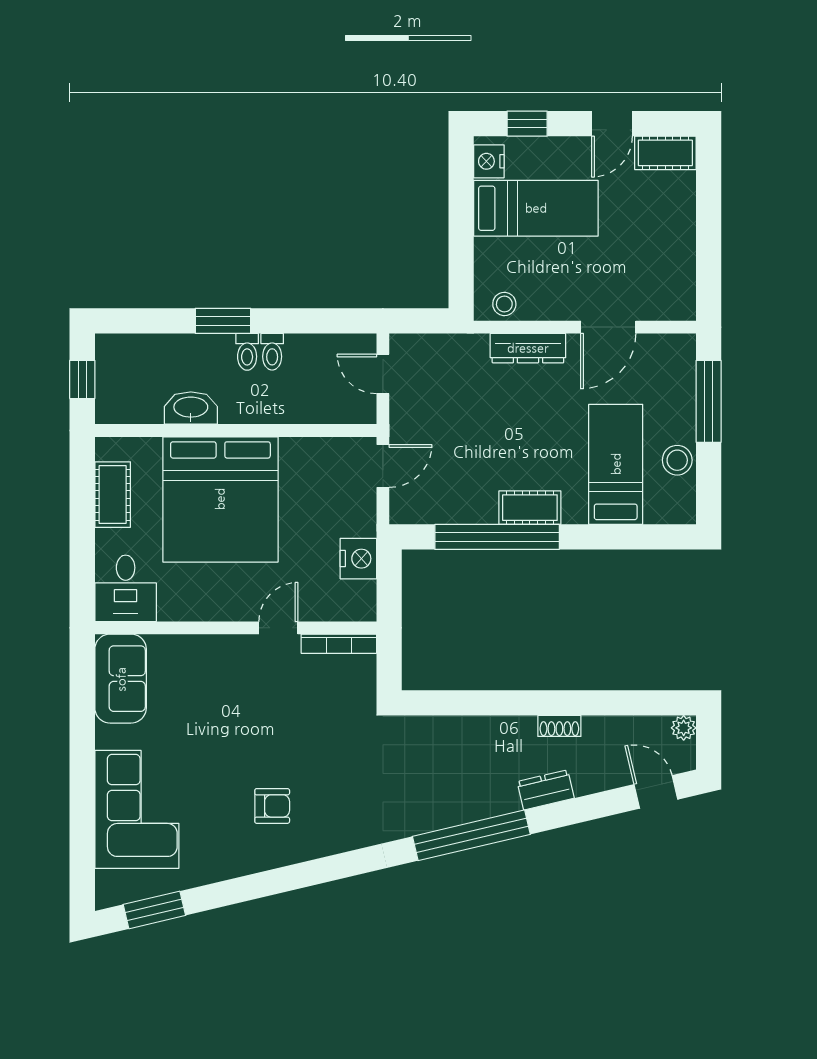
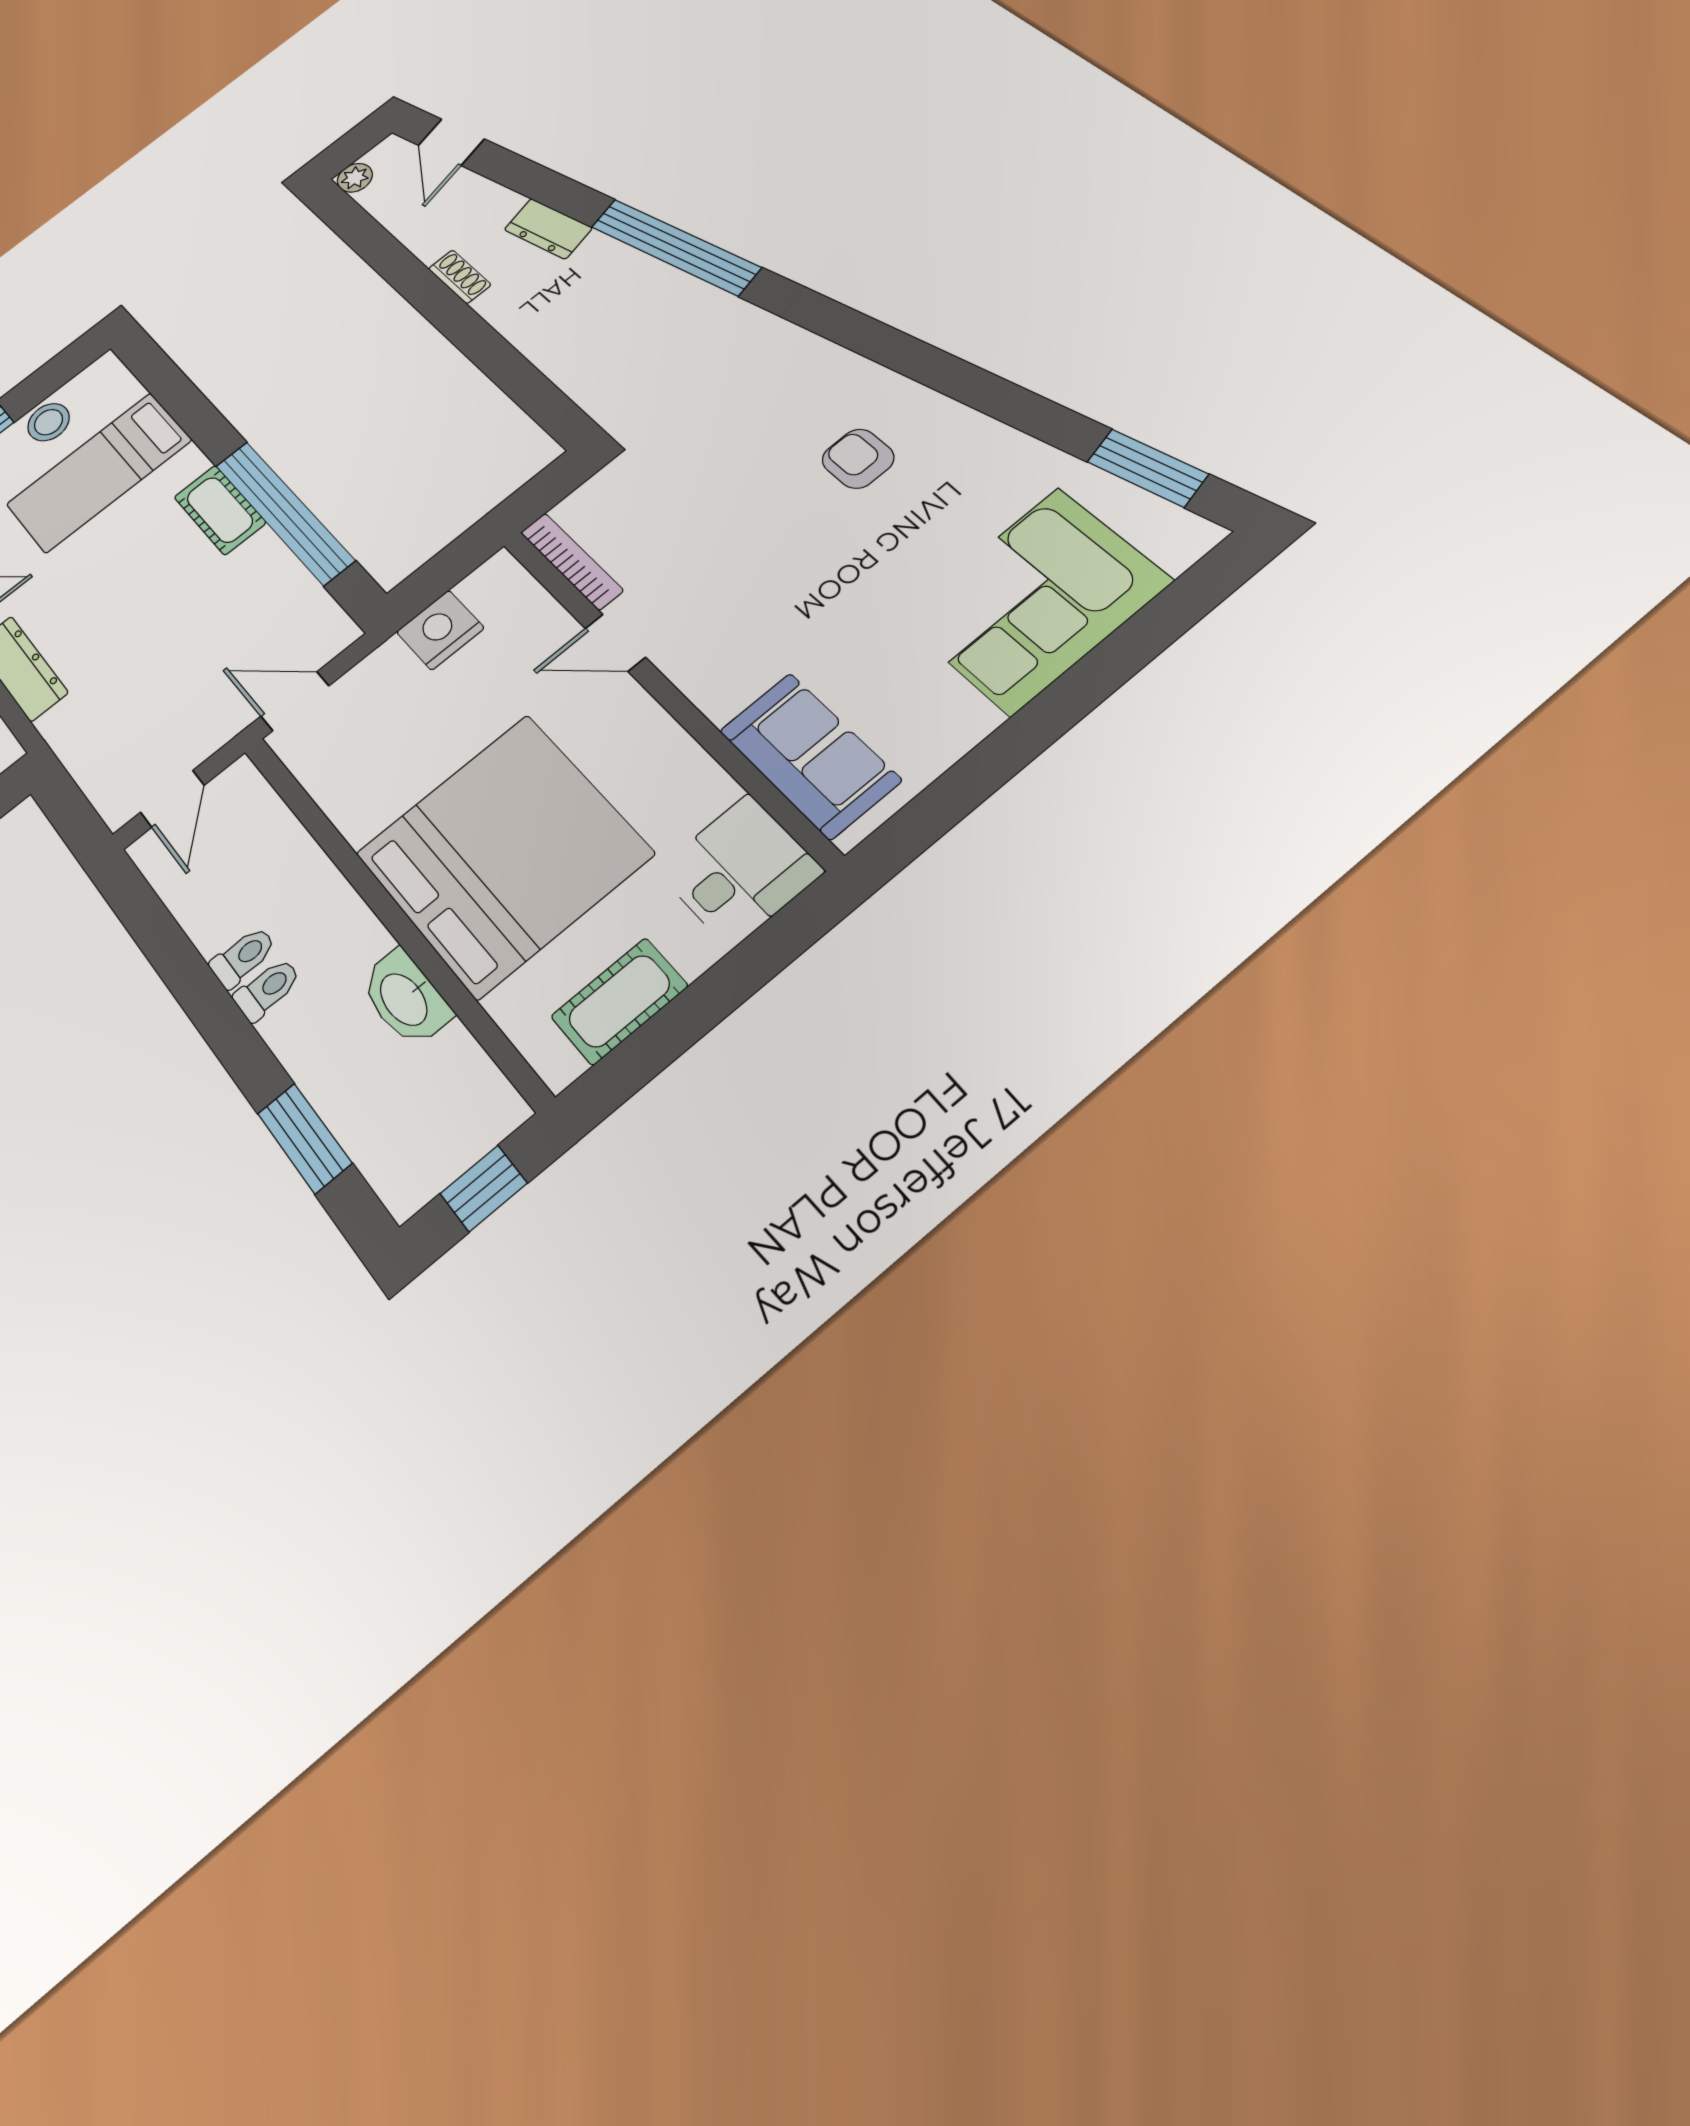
window: (223, 321) -> (304, 1138), moved
sofa: (121, 679) -> (810, 755), moved, turned 90

